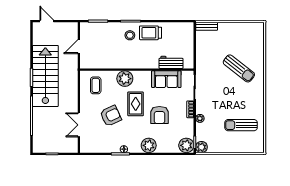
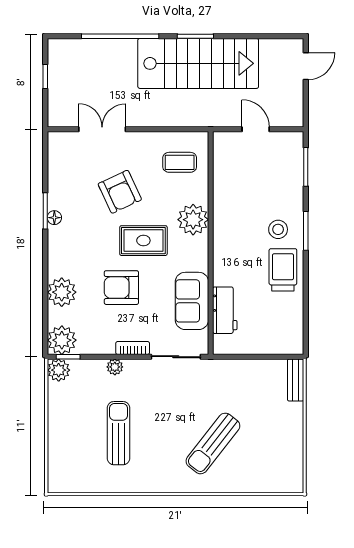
sun lounger: (241, 125) -> (118, 433), moved
plant: (149, 145) -> (62, 292), moved

